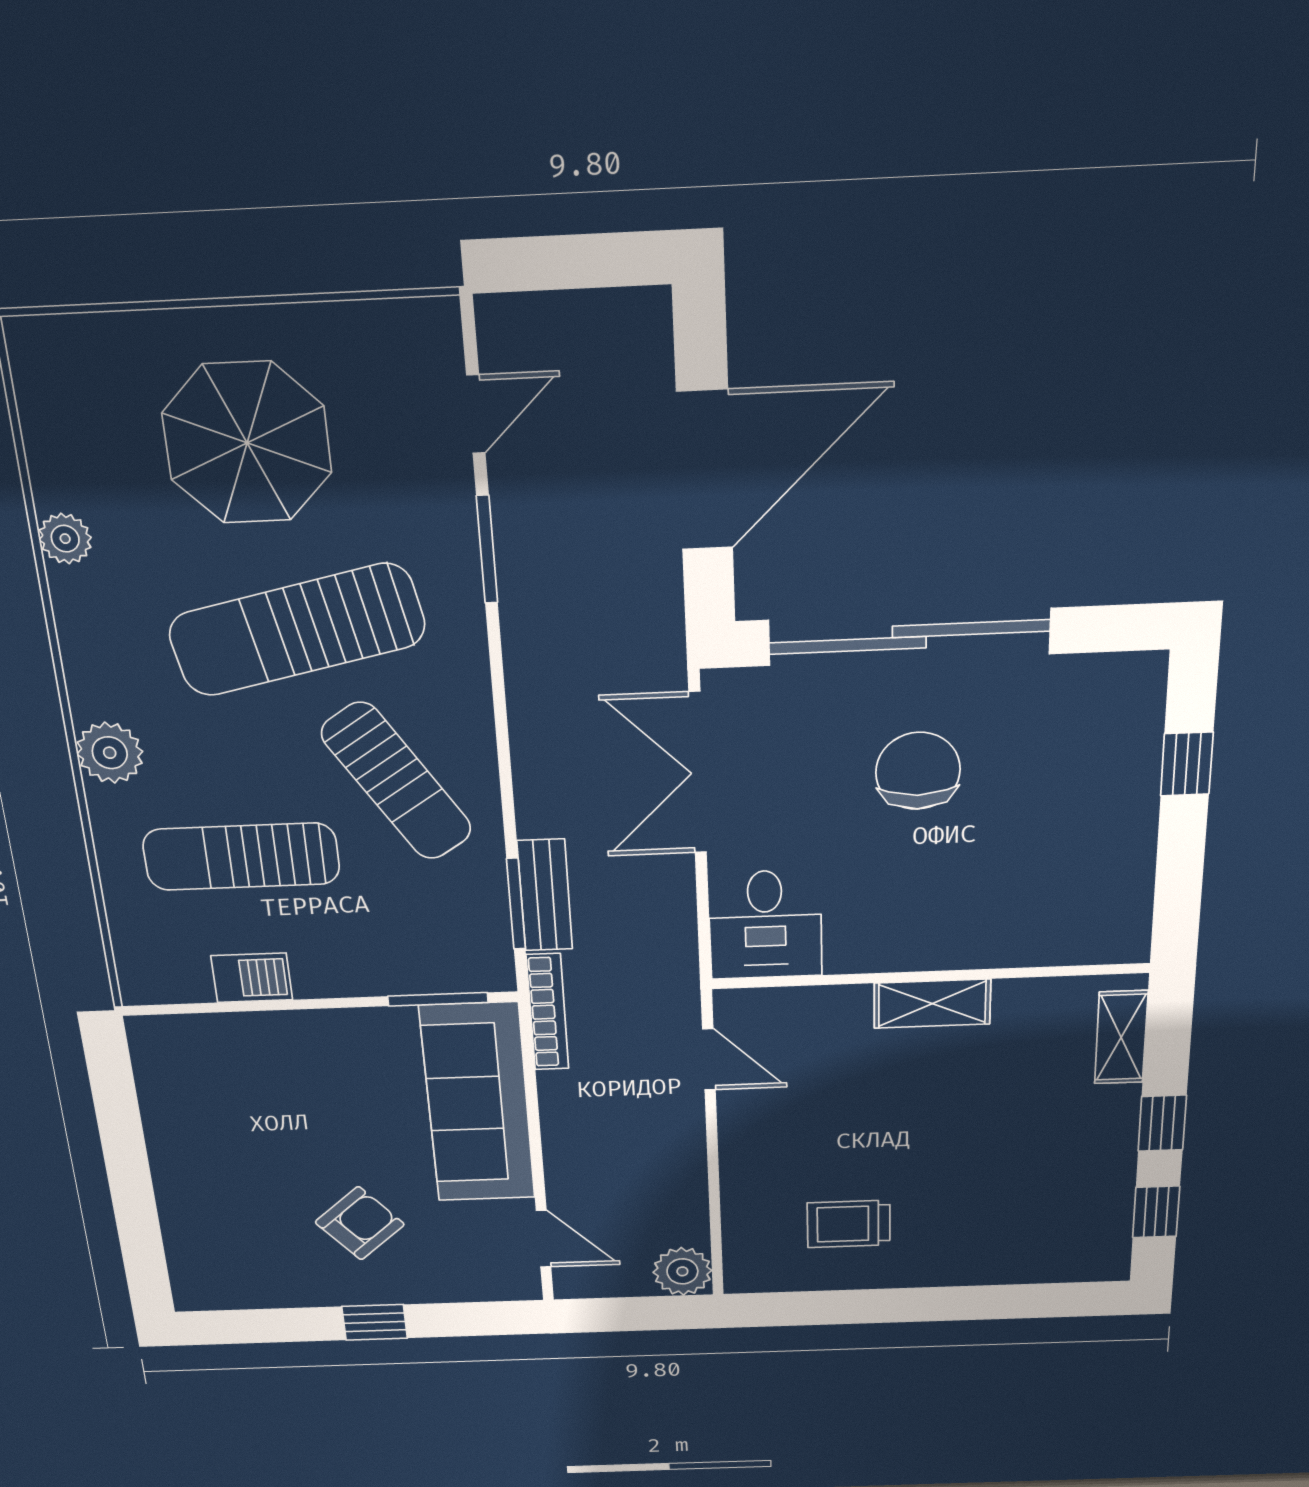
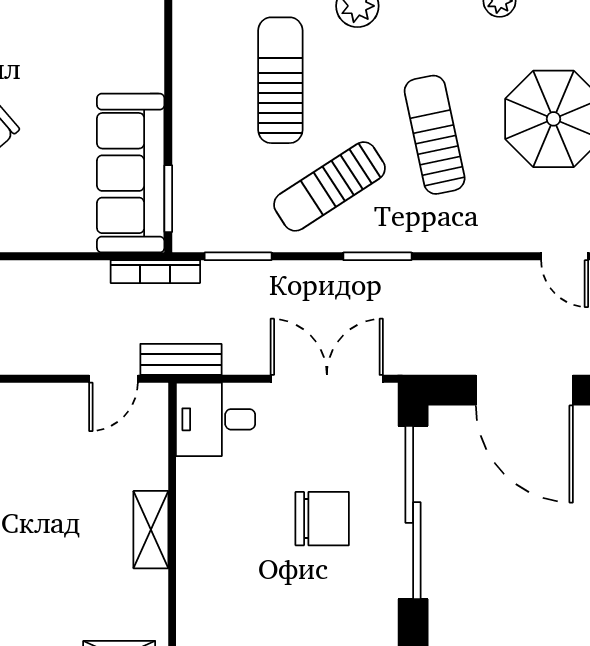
window: (487, 550) -> (377, 256), moved
sun lounger: (297, 630) -> (435, 135), width x0.73, depth x0.75
bench: (545, 895) -> (181, 359), moved
barbecue: (252, 978) -> (190, 76), removed
sofa: (478, 1103) -> (131, 173), moved, turned -90

